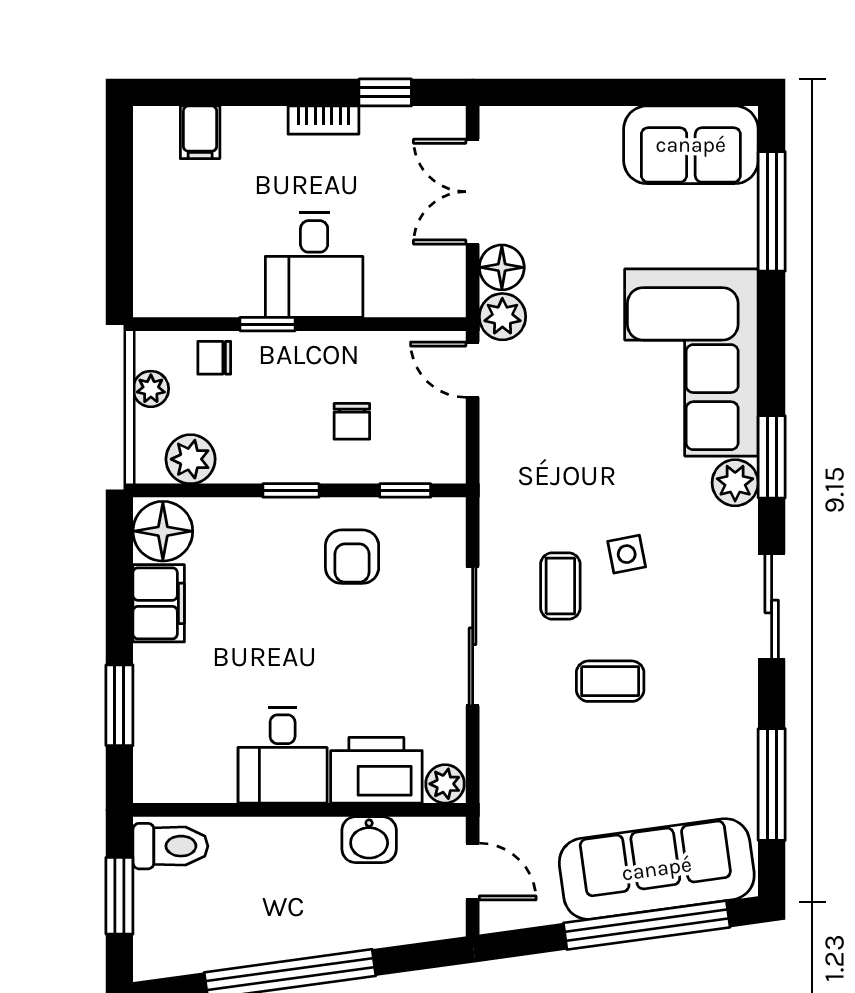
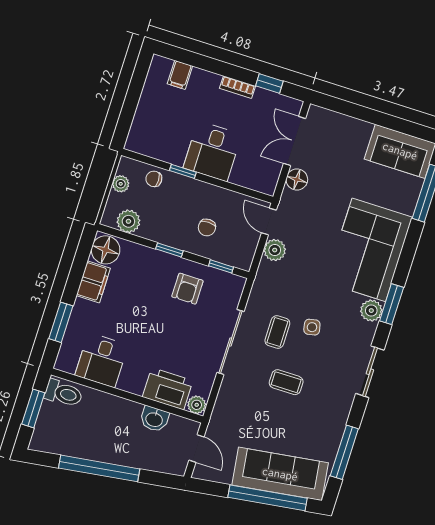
plant: (502, 317) -> (275, 250), moved
desk: (283, 755) -> (102, 360), moved

